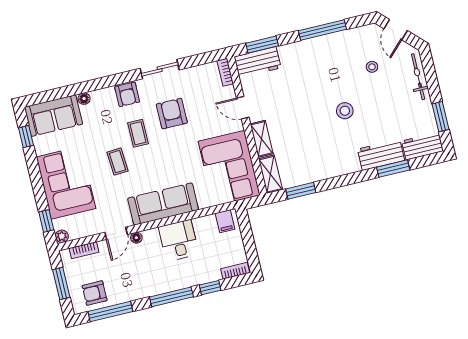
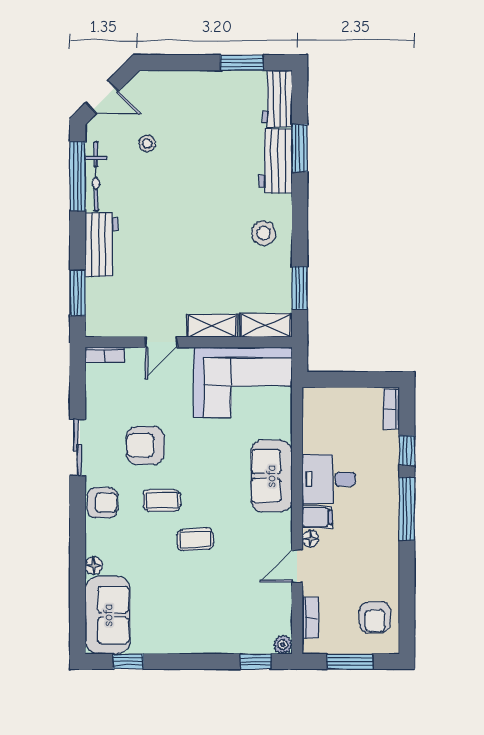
window: (322, 30) -> (78, 176), moved
workbench: (258, 62) -> (101, 245), moved
bicycle: (418, 77) -> (96, 176), moved, turned -90
stool: (345, 111) -> (263, 233), moved
corner sofa: (66, 183) -> (208, 620), removed
sofa: (163, 204) -> (271, 476), width x0.73
filing cabinet: (225, 221) -> (317, 517), moved
door: (116, 233) -> (297, 566), swing flipped
window: (110, 312) -> (407, 601), removed

